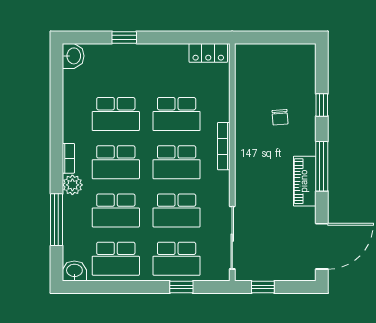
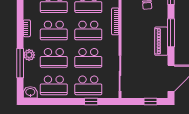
plant: (72, 185) -> (29, 55), moved
window: (263, 287) -> (151, 101), moved

